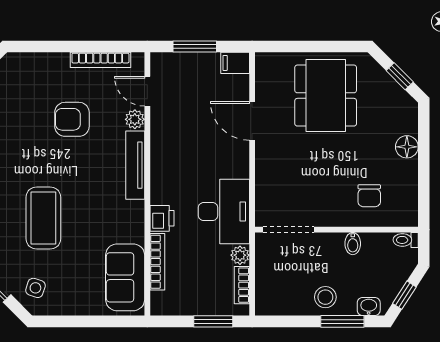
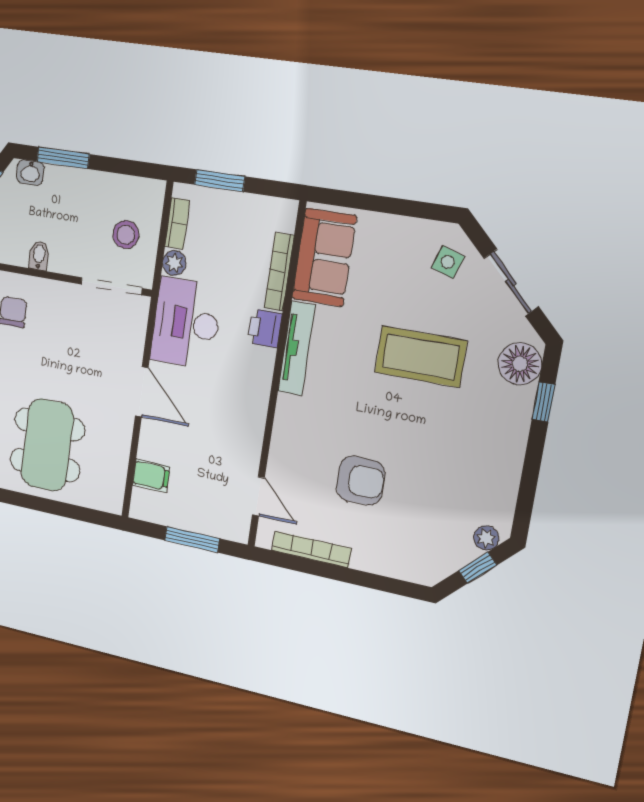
filing cabinet: (235, 63) -> (151, 476), moved
plant: (135, 119) -> (280, 464), removed
door: (252, 121) -> (142, 392), moved
tv unit: (135, 165) -> (297, 348), moved
coffee table: (43, 218) -> (421, 357), turned 90
stool: (325, 297) -> (126, 235), moved

